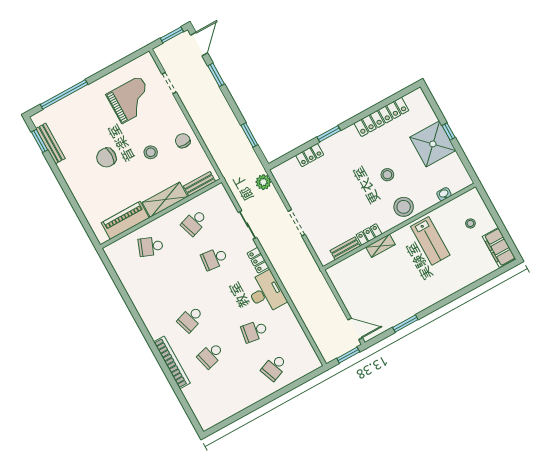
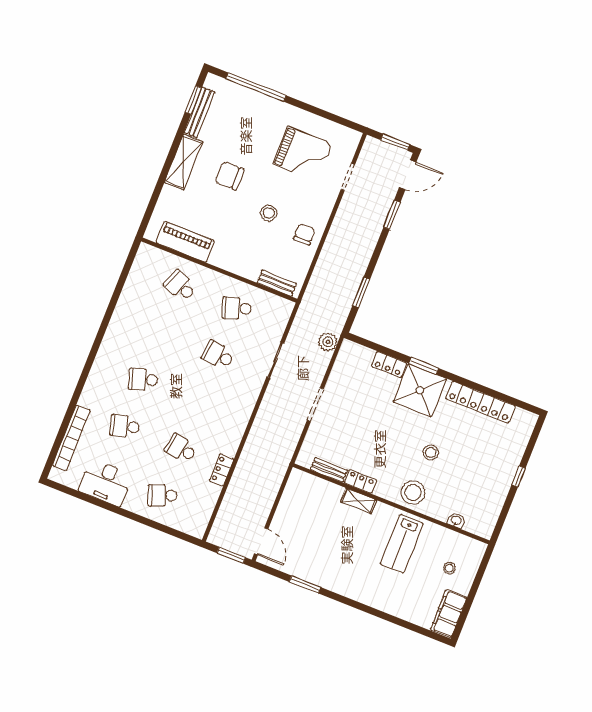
shower: (433, 144) -> (420, 390), moved
shelving: (165, 200) -> (184, 162), moved, turned 90
locker: (258, 260) -> (222, 470), moved
desk: (266, 293) -> (106, 483), moved, turned 90
bookcase: (172, 362) -> (71, 438), moved

